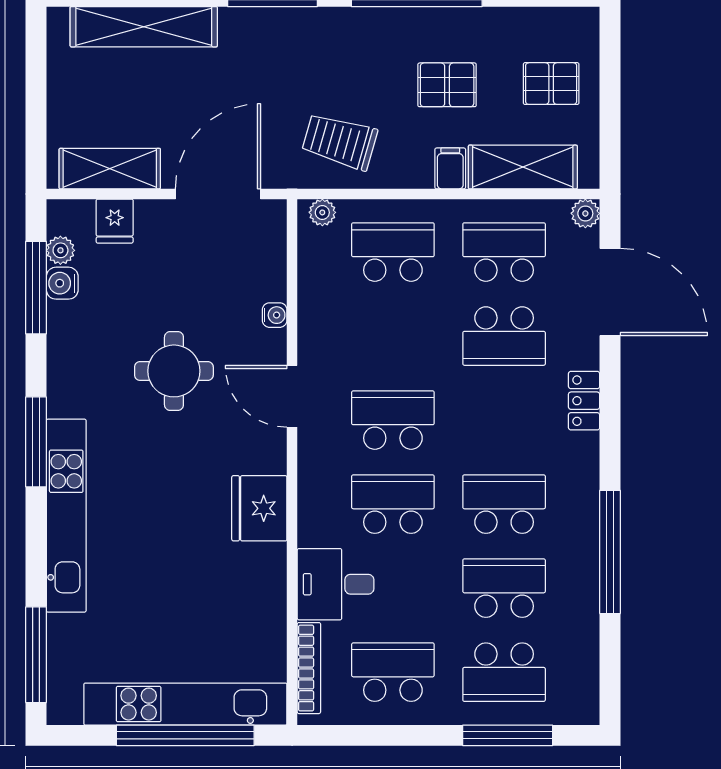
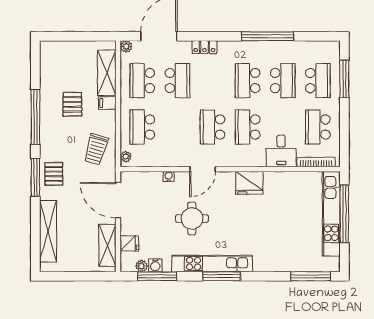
pallet: (551, 84) -> (54, 174), moved
kitchen unit: (66, 516) -> (212, 264), moved
school desk: (504, 588) -> (283, 81), turned 180

